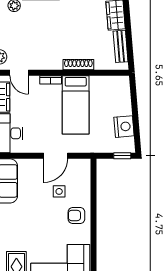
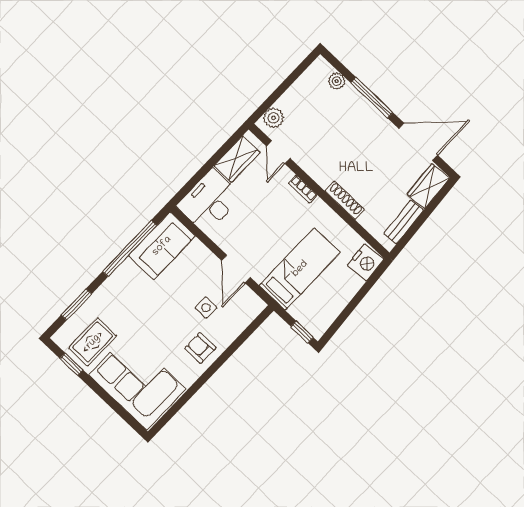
bed: (76, 105) -> (300, 269), moved, turned 180
nightstand: (124, 127) -> (366, 262), moved
door: (56, 156) -> (236, 269), hinge flipped

